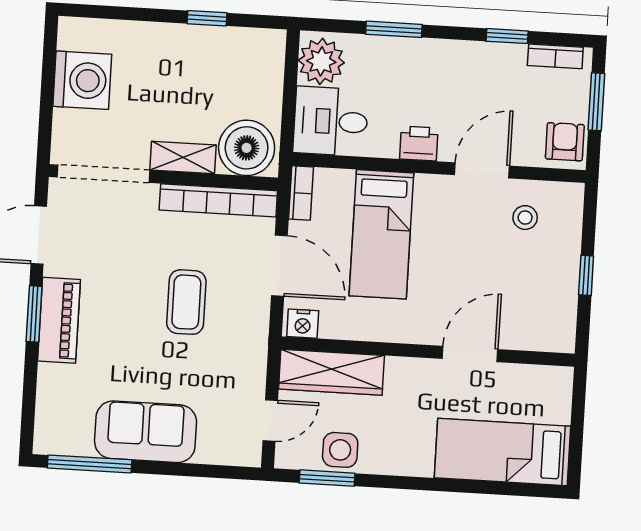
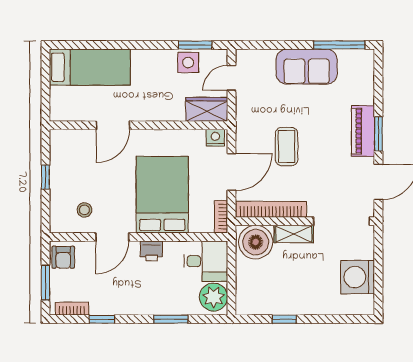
bed: (381, 234) -> (162, 195), width x1.50
door: (279, 266) -> (232, 172), swing flipped
wardrobe: (331, 372) -> (207, 109), width x0.67

